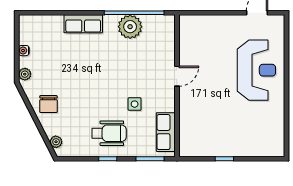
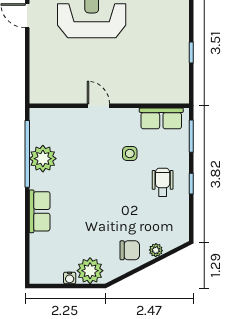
plant: (25, 74) -> (90, 271), width x1.88, depth x1.88
wheelchair: (109, 133) -> (163, 182), width x0.73, depth x0.73
plant: (56, 142) -> (156, 250), moved

